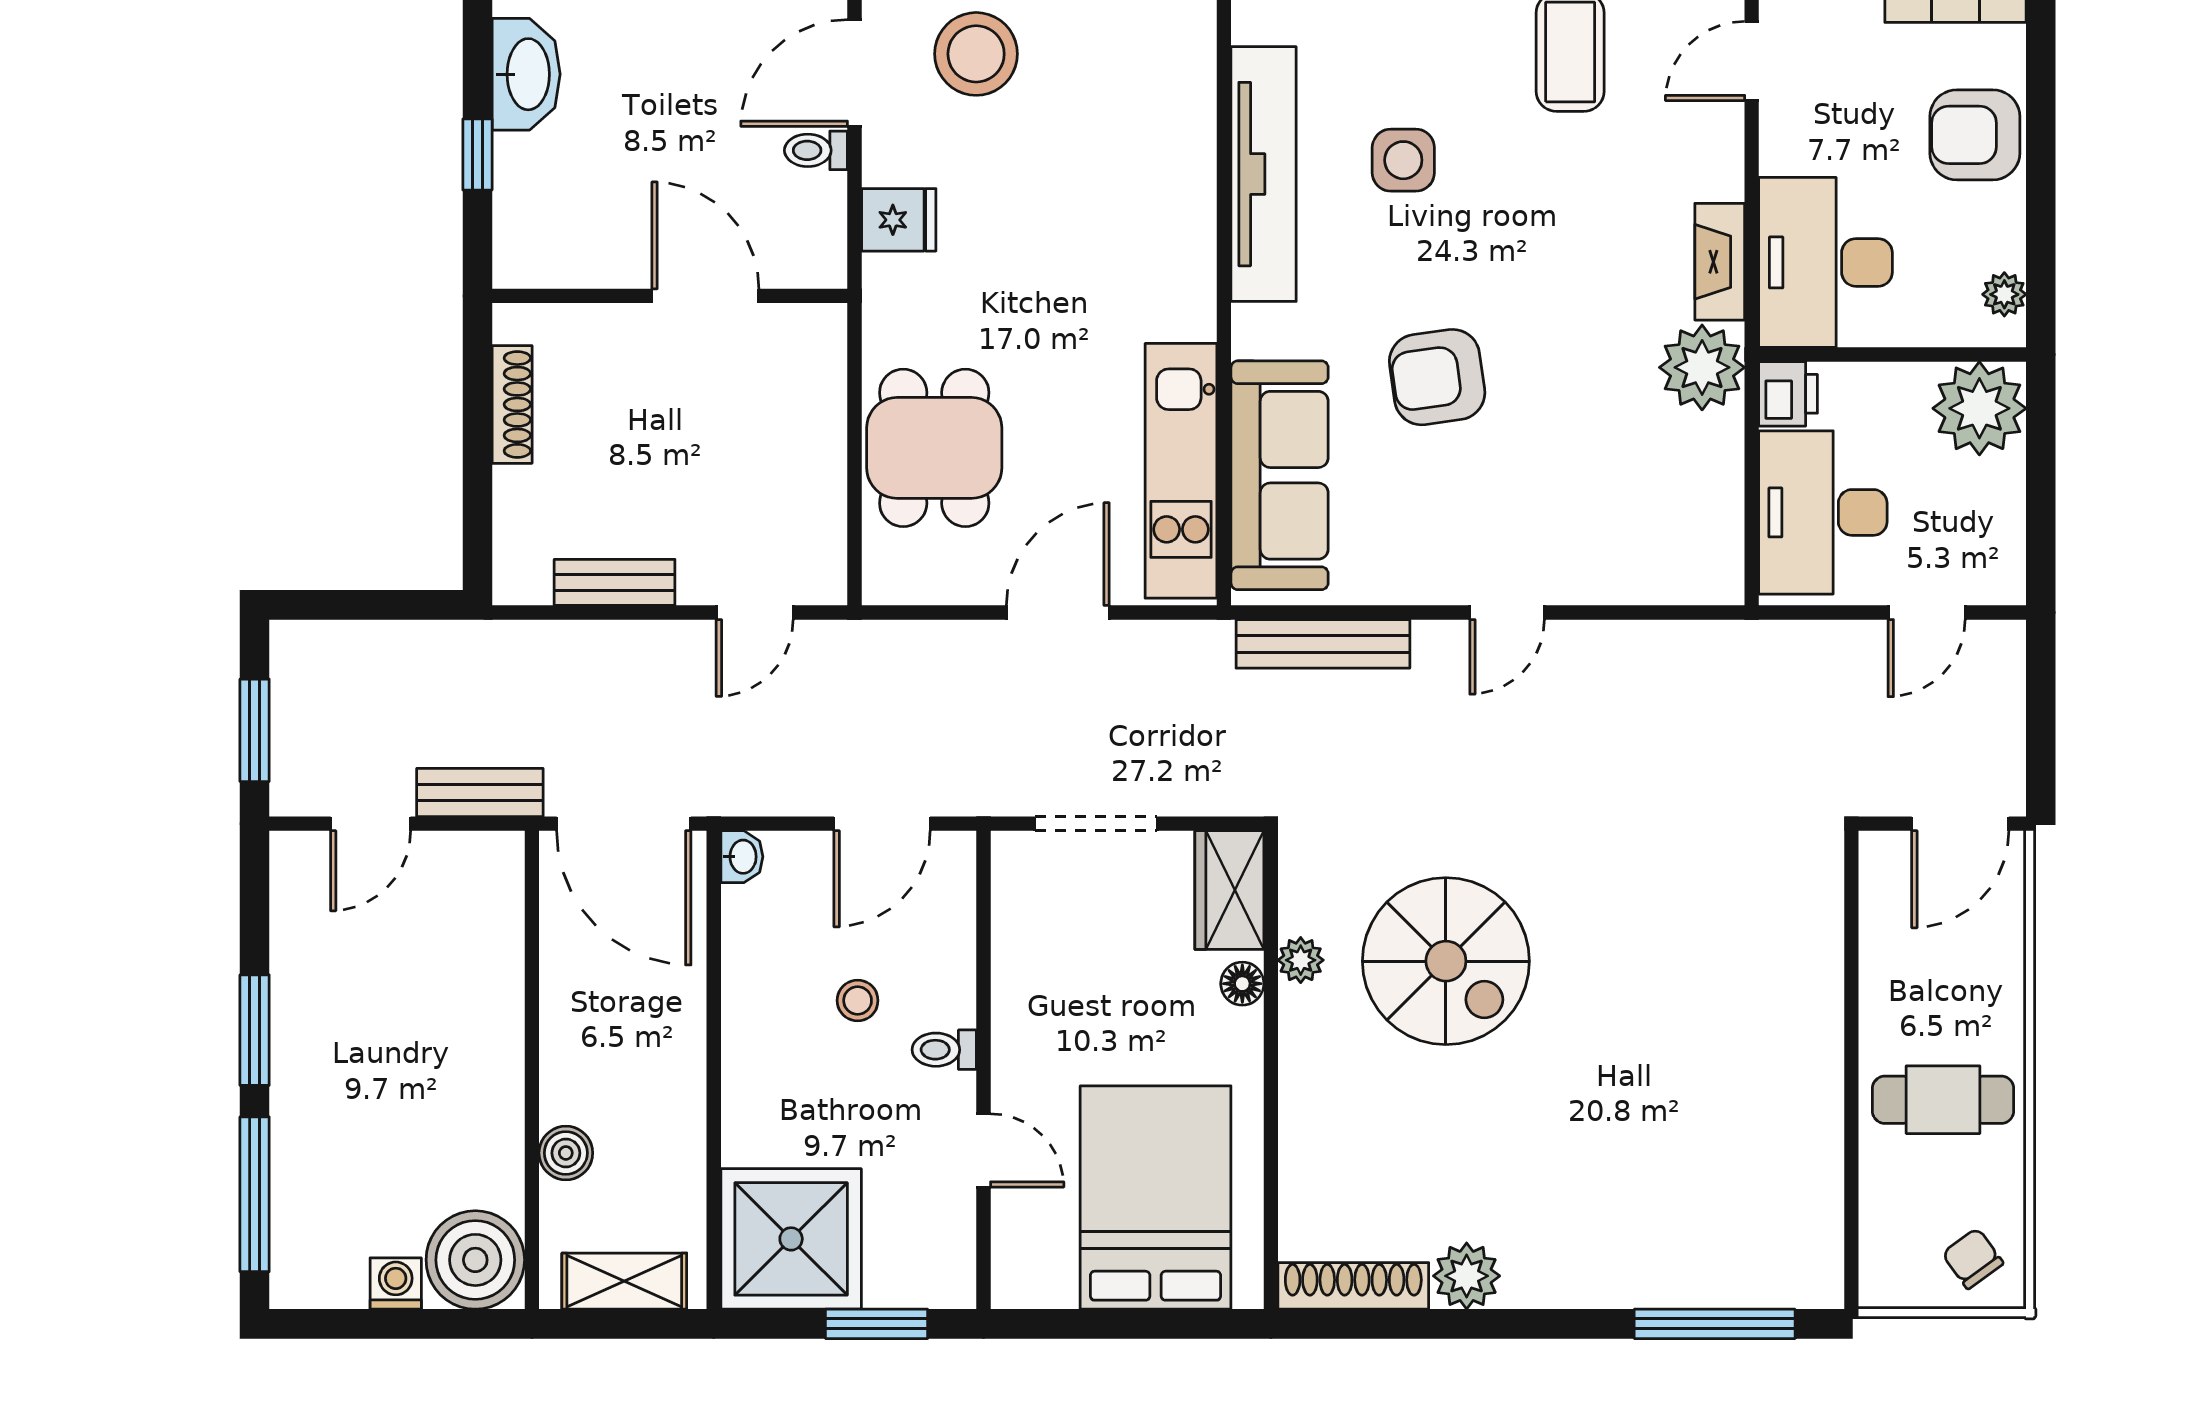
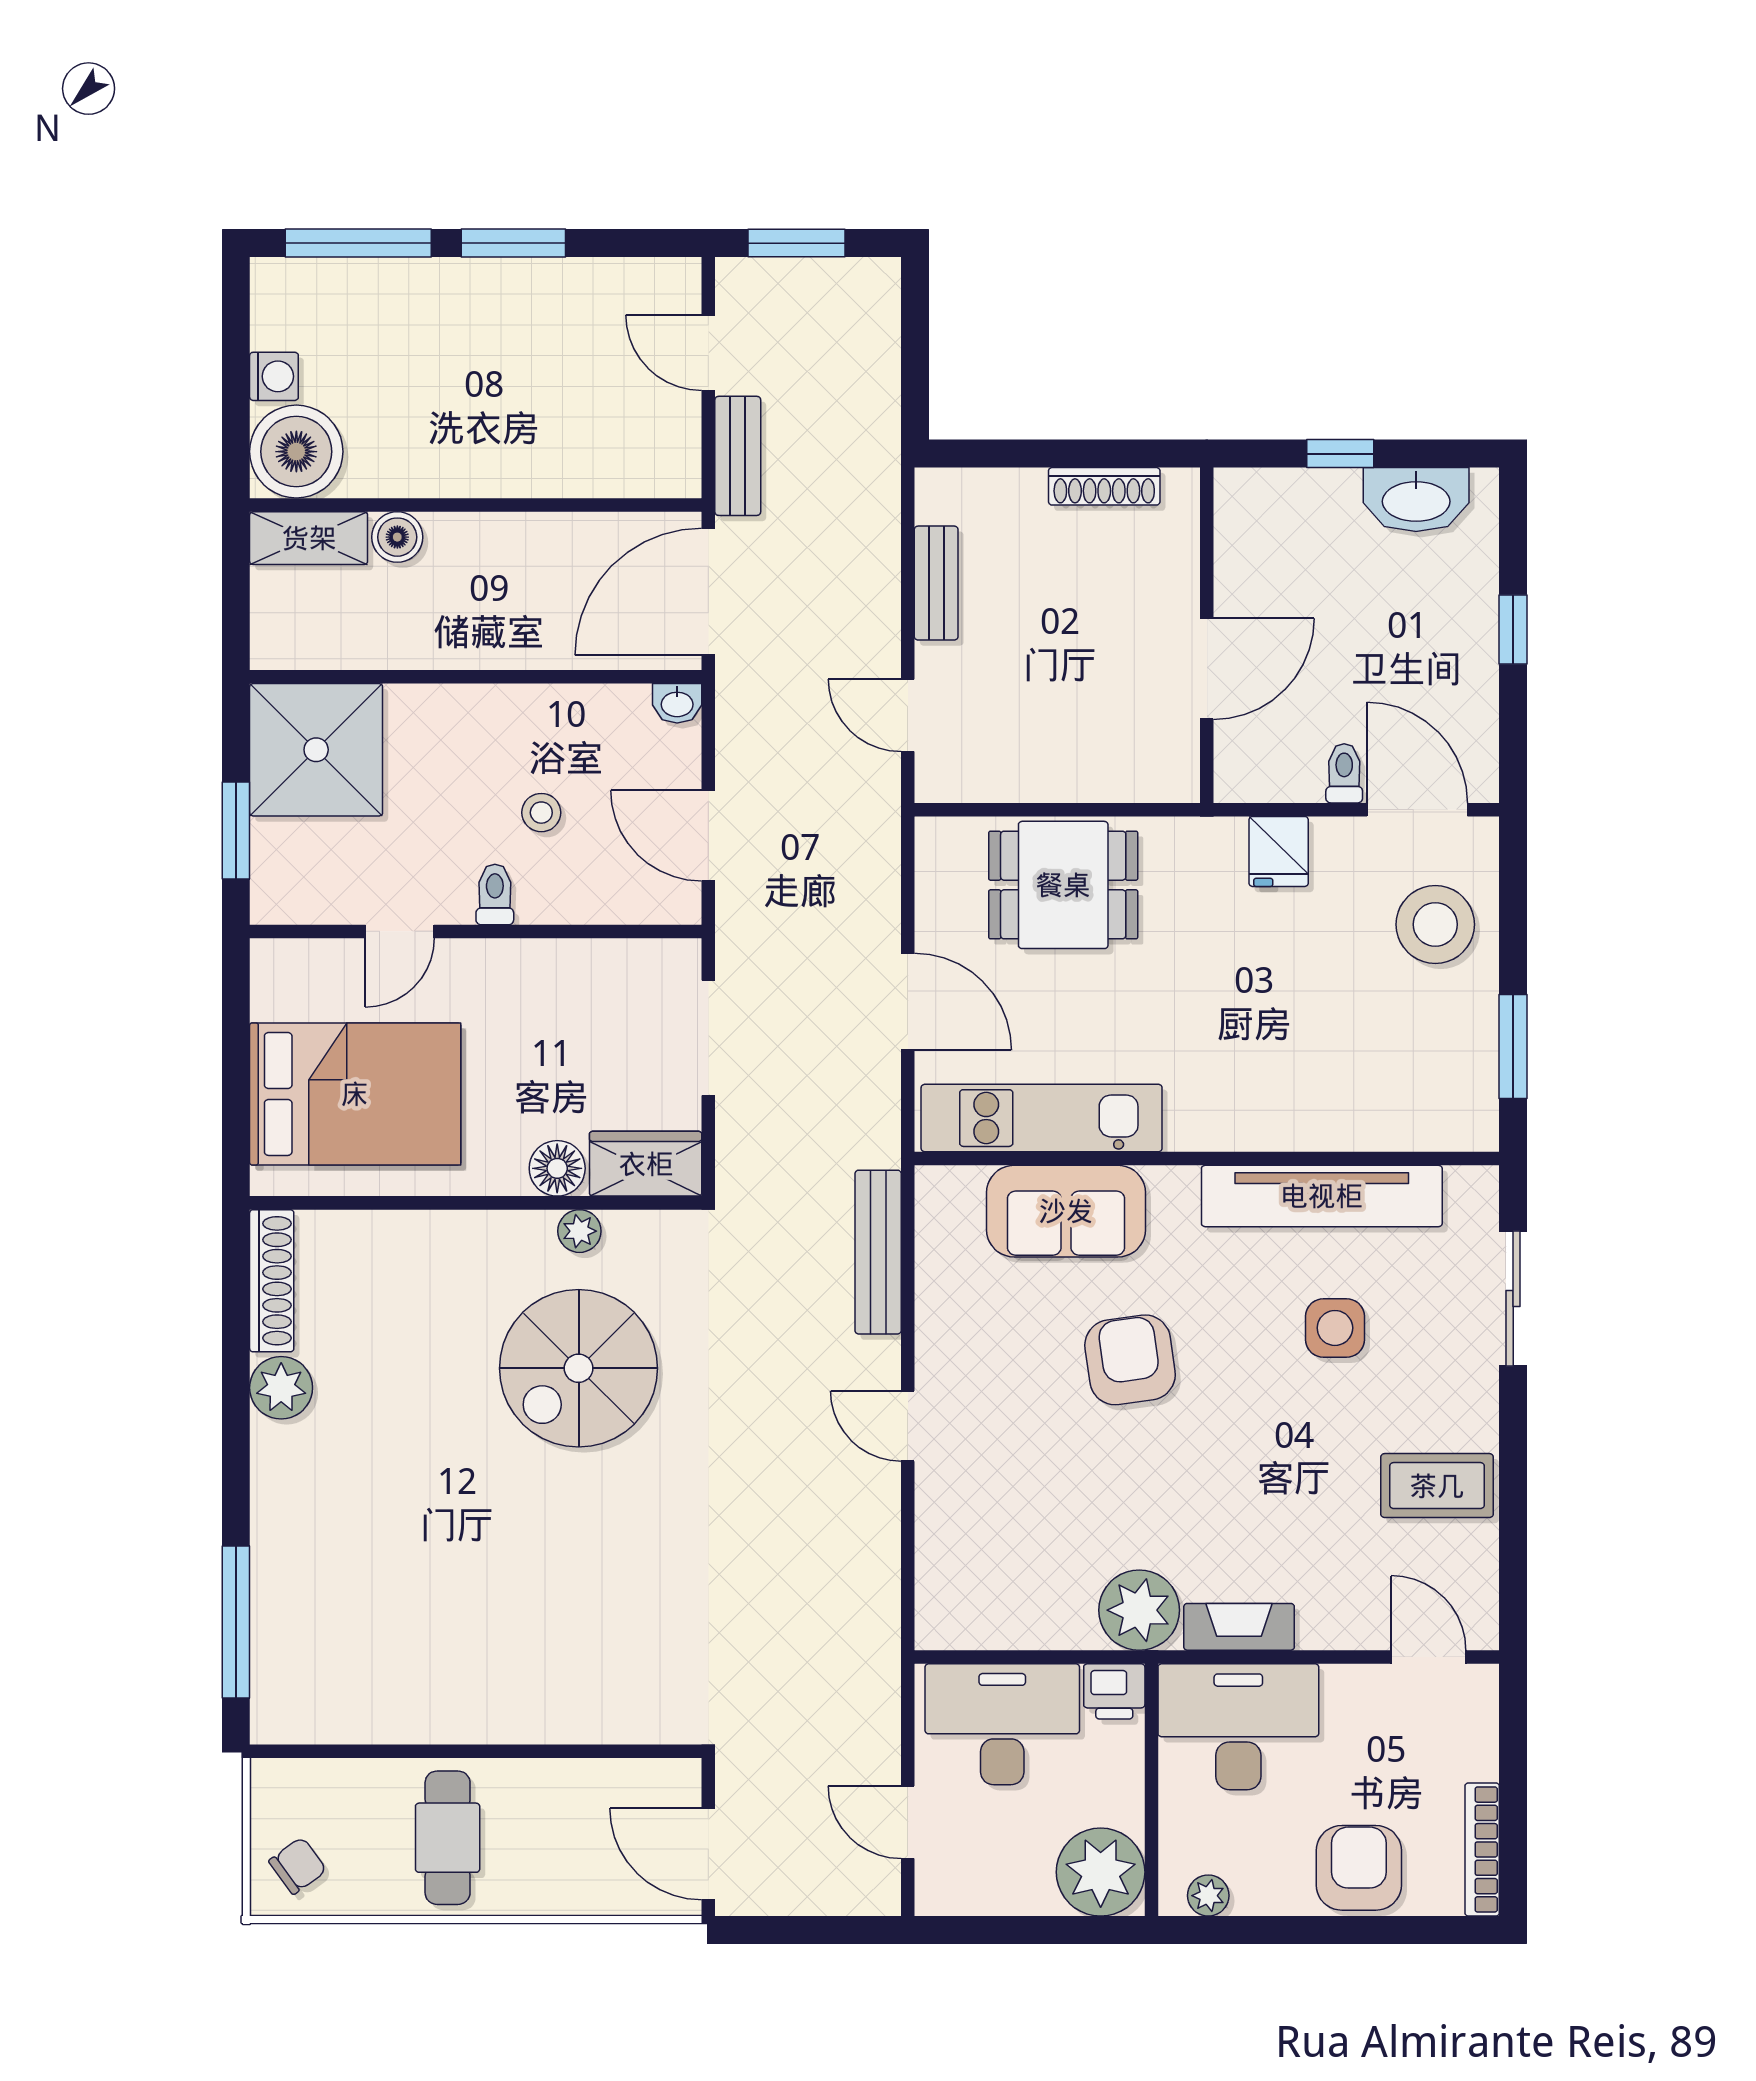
sofa: (1280, 475) -> (1066, 1211), width x0.73
floor lamp: (1242, 984) -> (557, 1168), width x1.37, depth x1.37
shelving: (624, 1281) -> (309, 538), moved, turned 90

